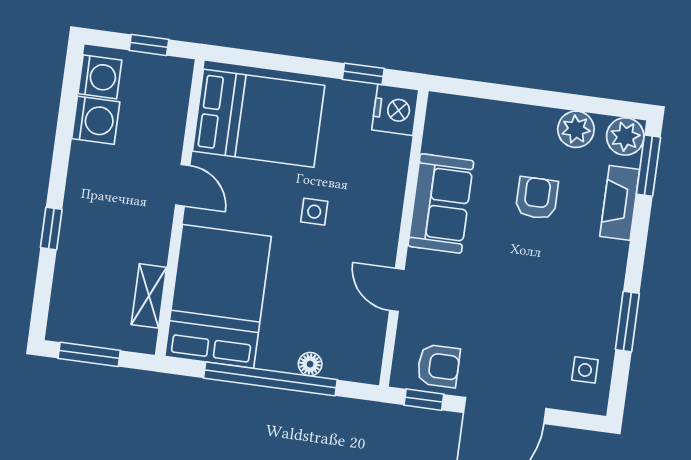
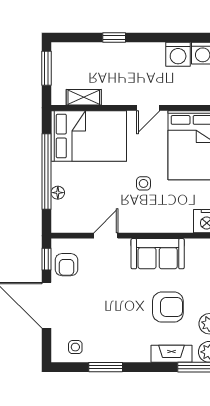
armchair: (537, 198) -> (168, 307), width x1.38, depth x1.38

